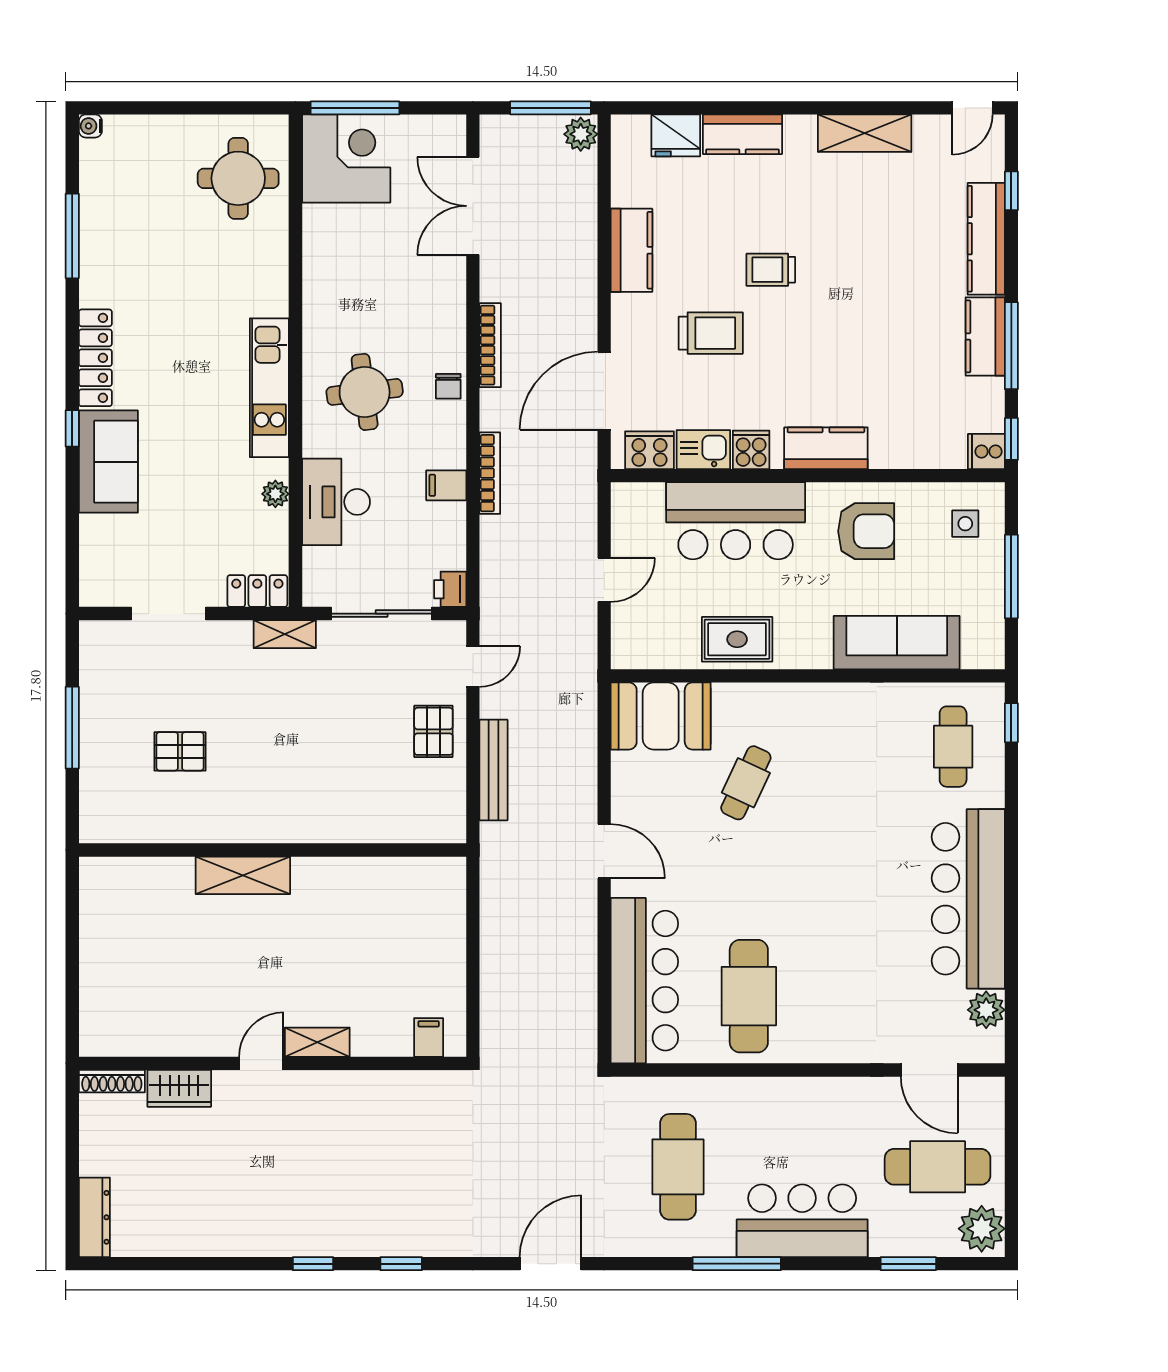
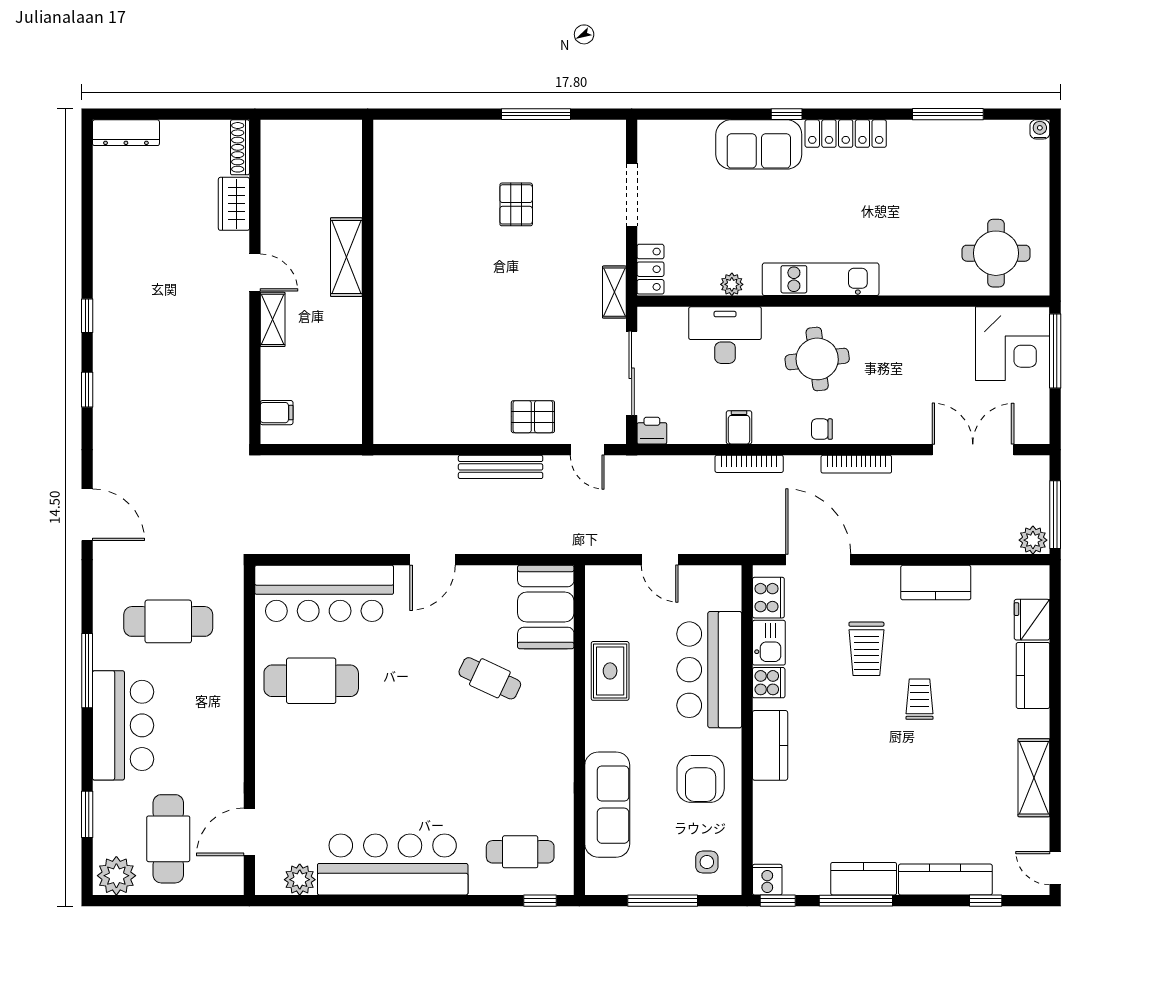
wall: (273, 850) -> (368, 282), moved
shelving: (243, 875) -> (346, 257), moved

